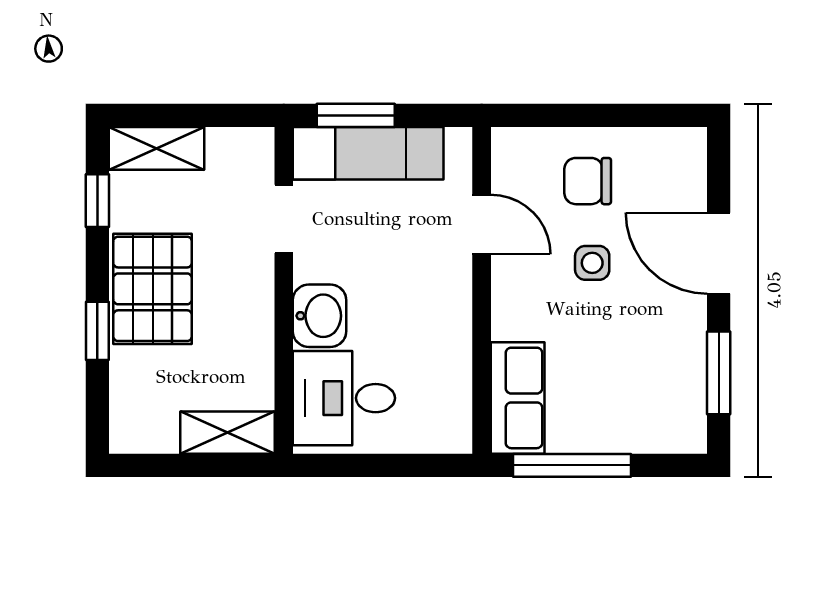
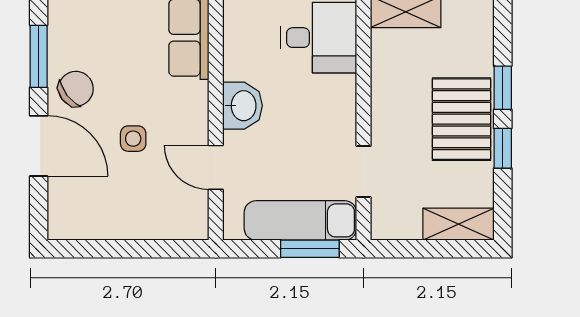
chair: (588, 181) -> (76, 89), moved, turned -38
window: (97, 201) -> (503, 148), moved
washbasin: (320, 316) -> (242, 106), moved, turned 180

